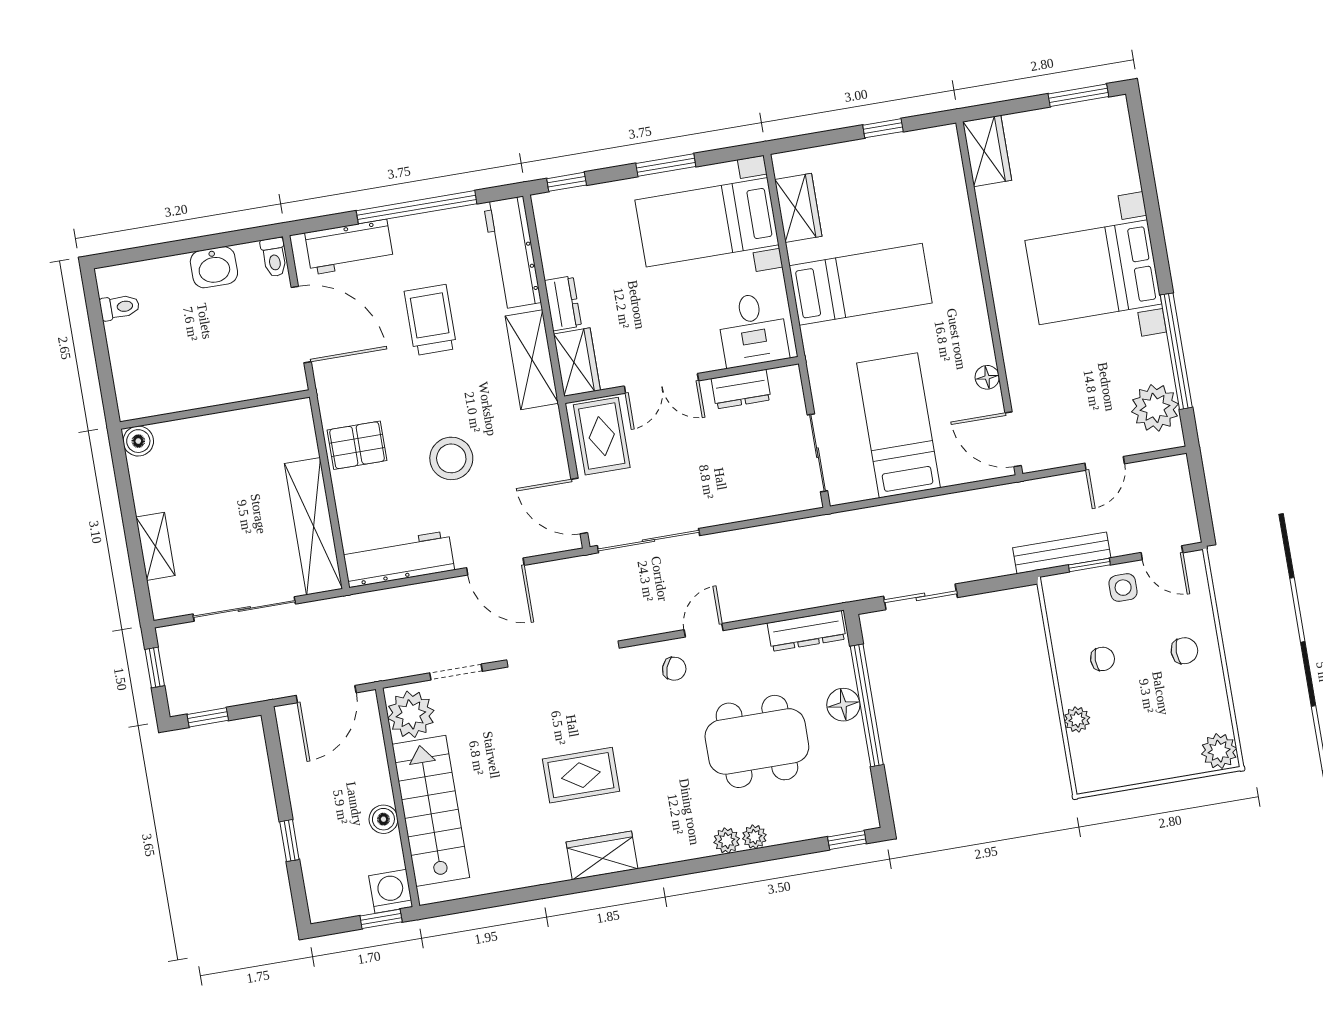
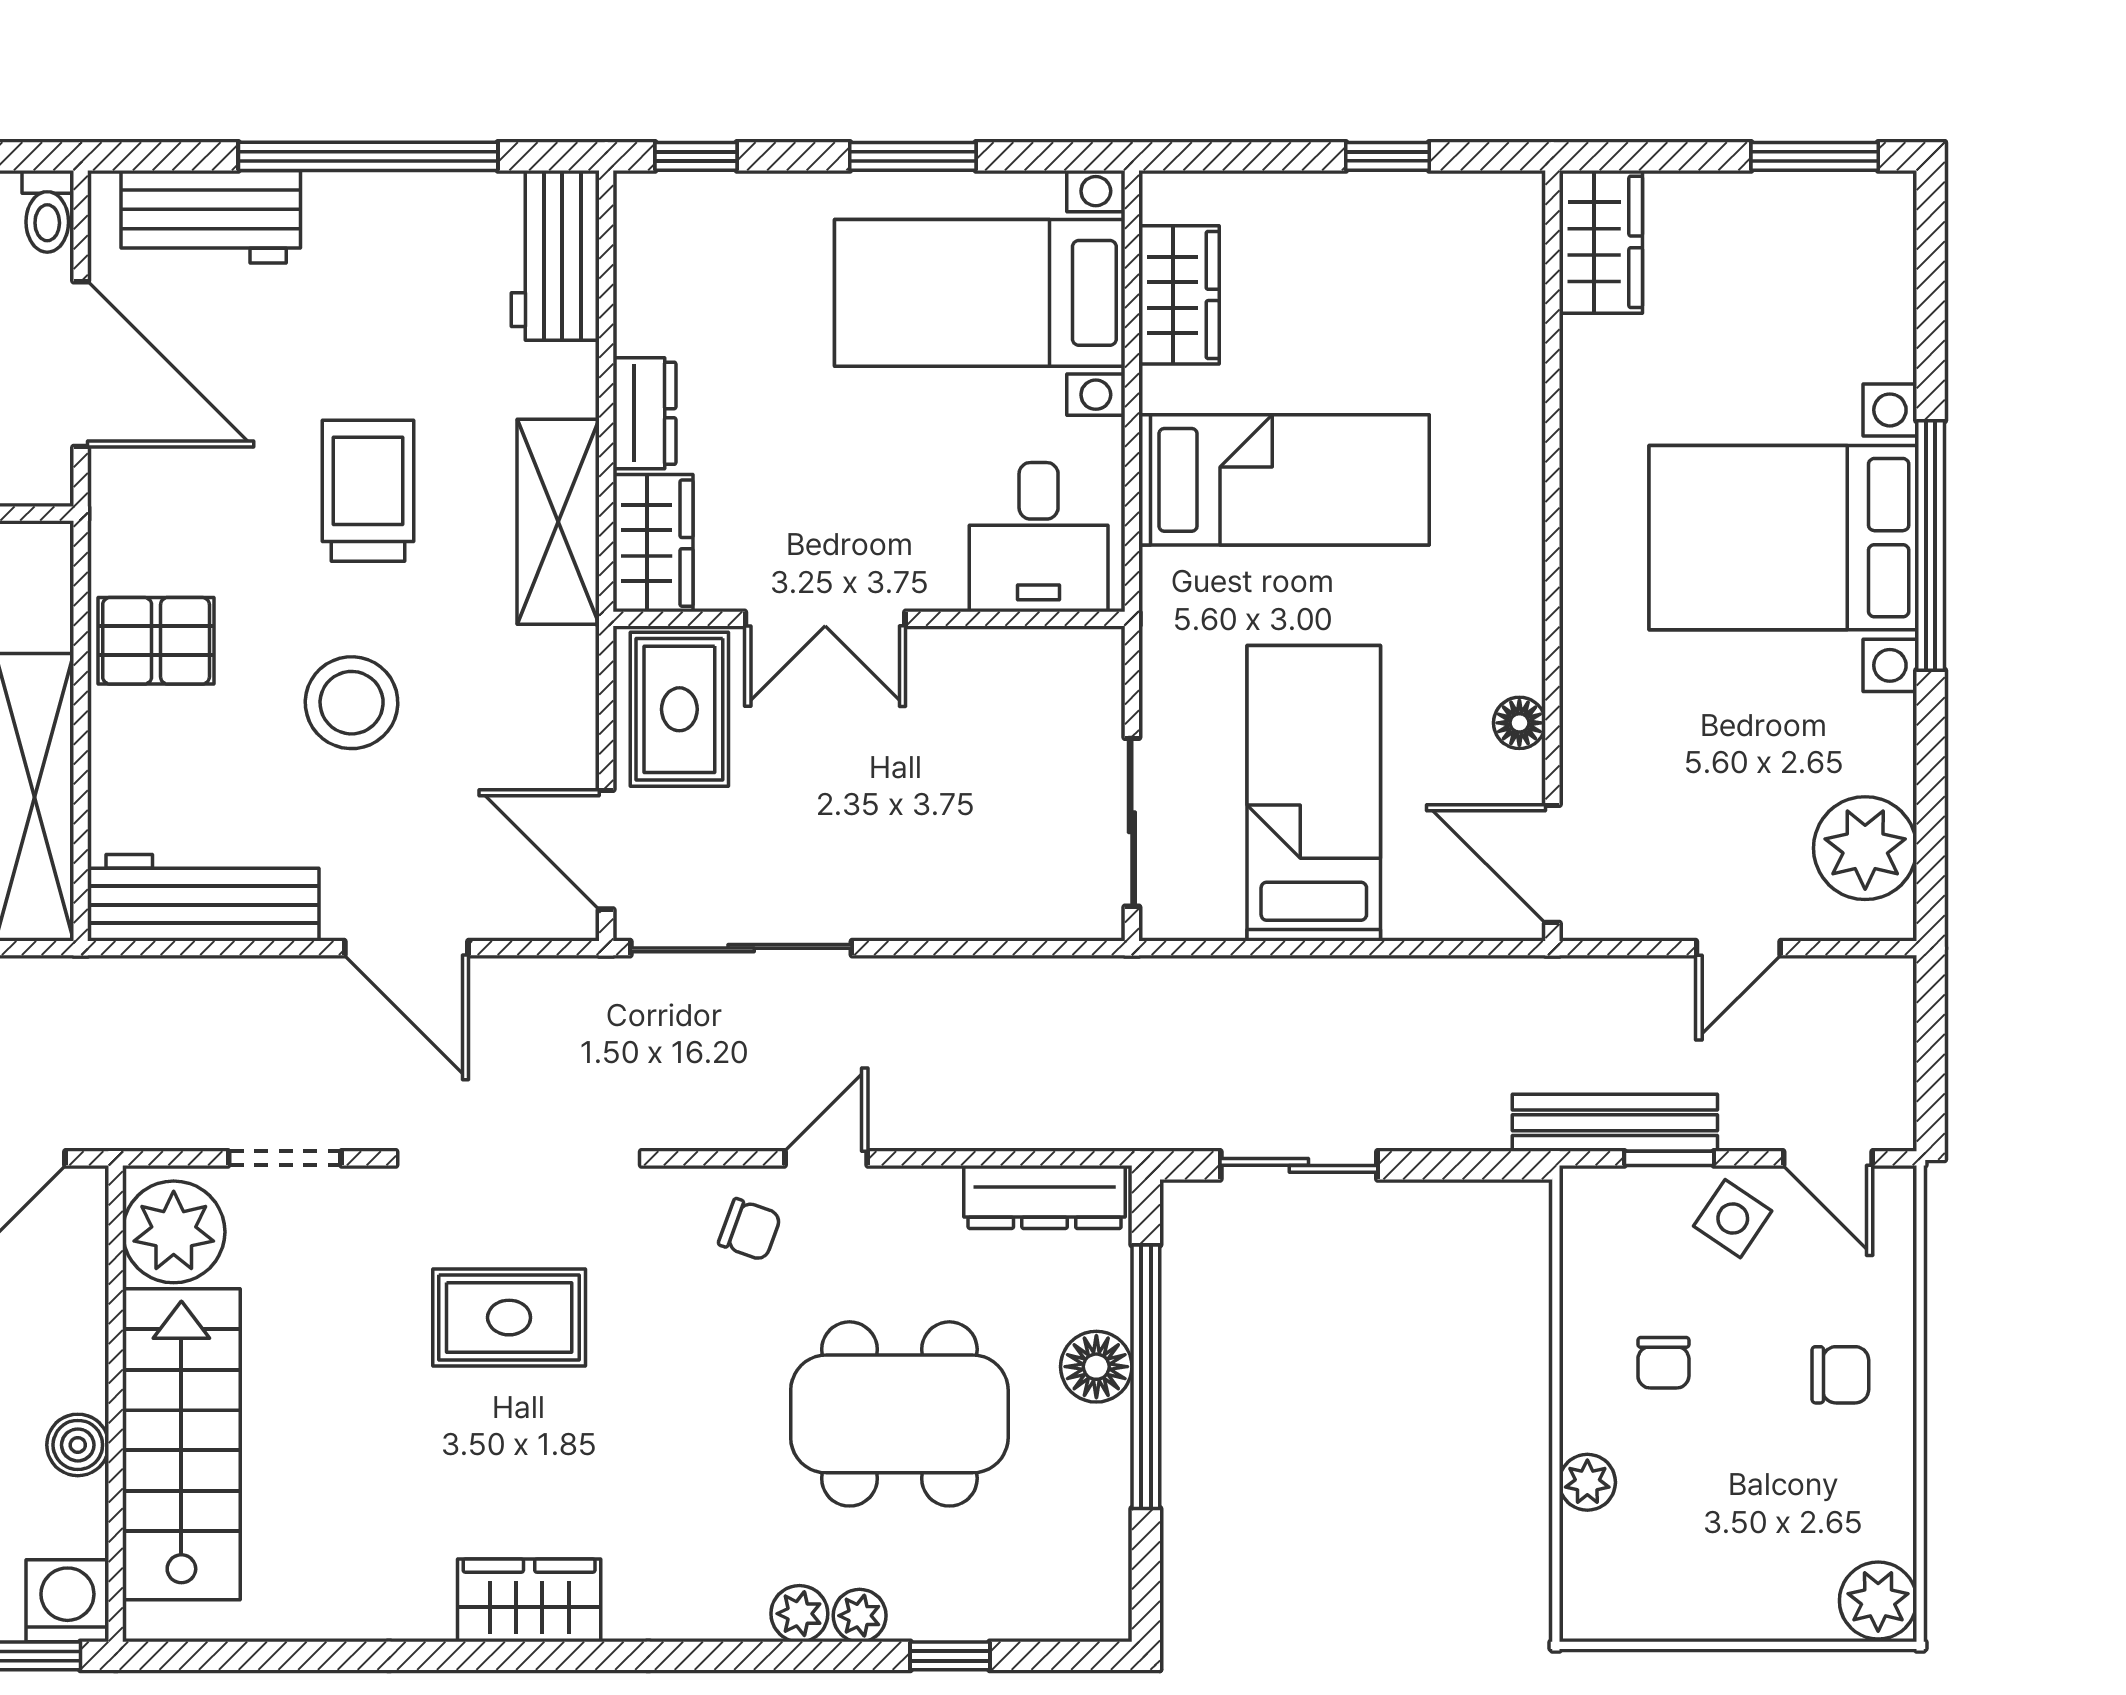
workbench: (512, 253) -> (555, 255), width x0.73
trolley: (430, 320) -> (368, 491), moved
window: (1176, 351) -> (1931, 546), moved
dresser: (741, 389) -> (992, 660), removed
side table: (1123, 588) -> (1733, 1219), turned 34
chair: (1103, 659) -> (1663, 1363), turned 90
rug: (581, 775) -> (509, 1318), moved
window: (847, 840) -> (950, 1656), moved

